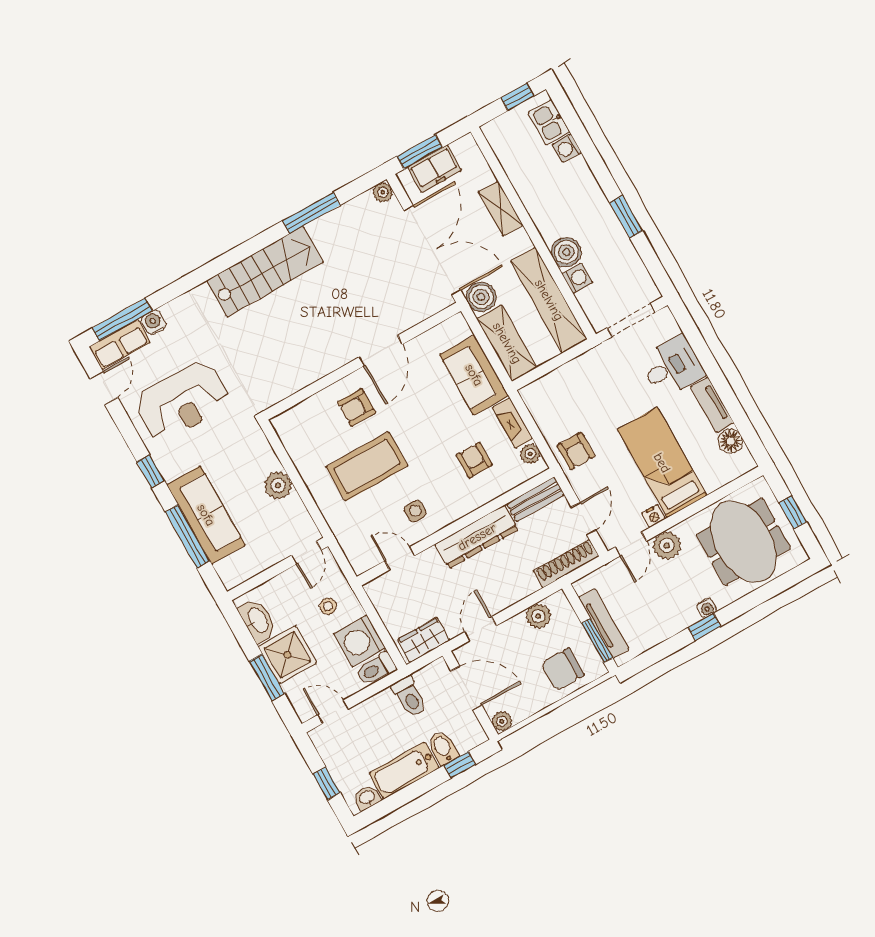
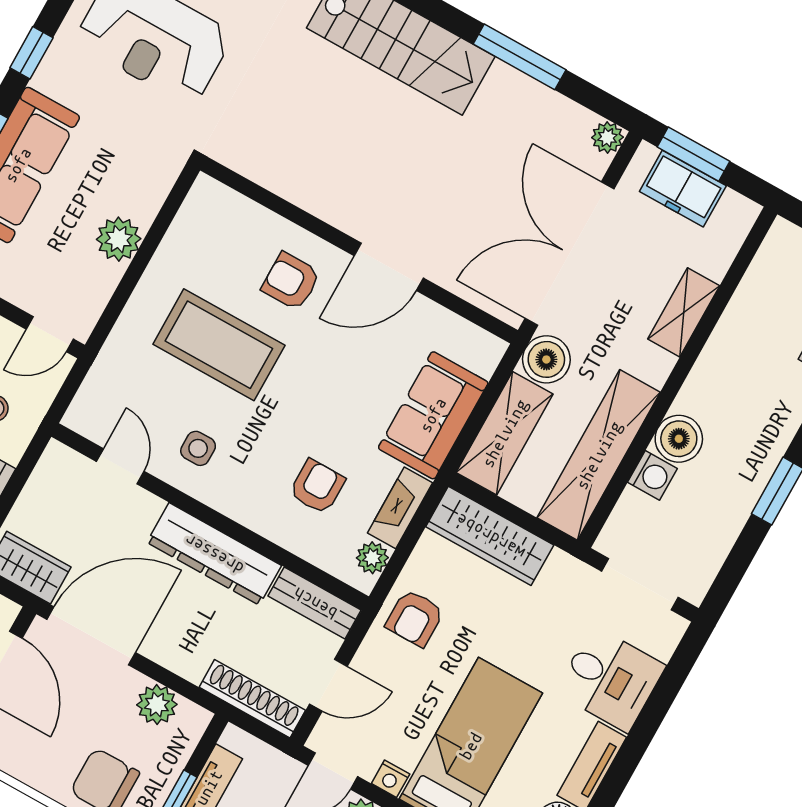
double door: (432, 250) -> (569, 254), swing flipped
wardrobe: (557, 384) -> (490, 536), added
door: (480, 629) -> (91, 636), width x1.88

